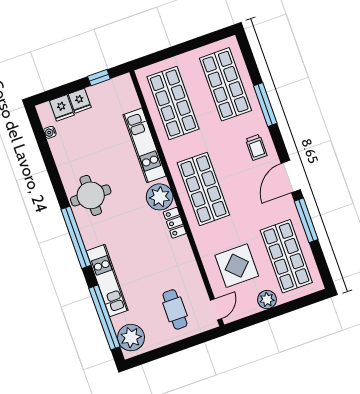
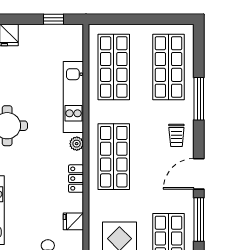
fridge: (80, 101) -> (73, 221), moved, turned 90
plant: (160, 197) -> (77, 144), width x0.53, depth x0.53

